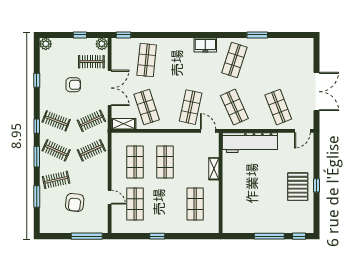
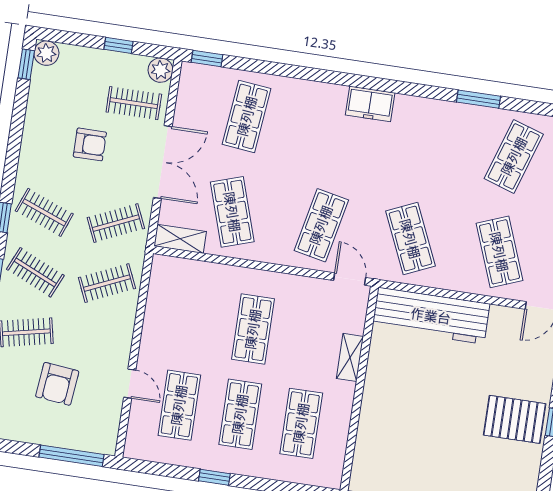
shop shelf: (234, 60) -> (514, 156), moved
window: (37, 80) -> (26, 64), moved
shop shelf: (135, 162) -> (240, 414), moved
pallet: (298, 187) -> (515, 419), turned 90

